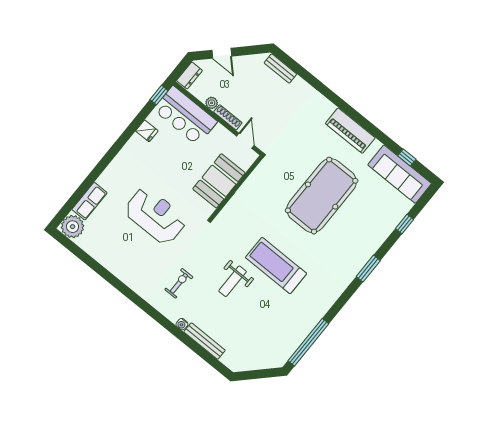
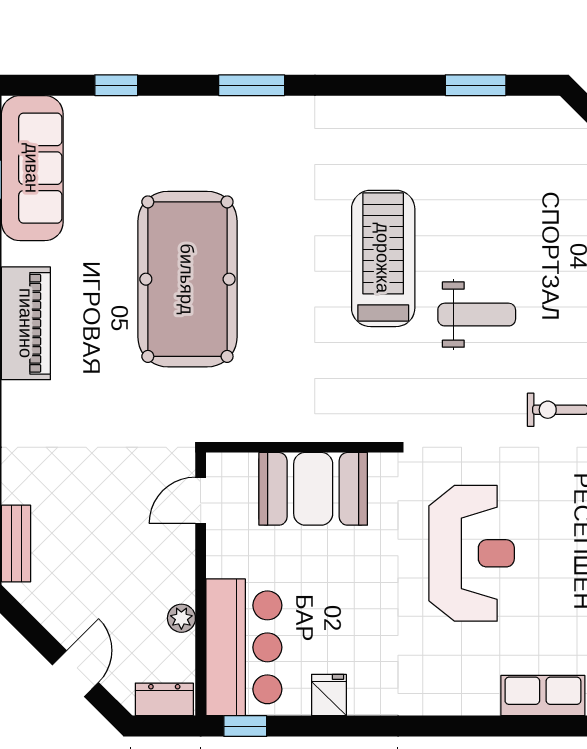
shoe rack: (228, 117) -> (184, 567), removed
pool table: (322, 196) -> (187, 279), turned 90
reception desk: (155, 216) -> (472, 553), turned 180
treadmill: (276, 266) -> (383, 258), turned 180
window: (308, 342) -> (476, 85), width x0.47

